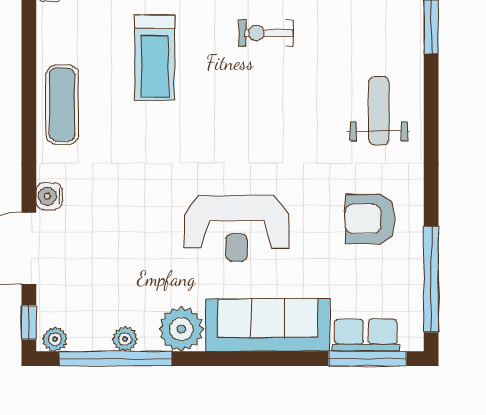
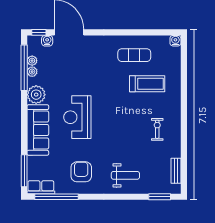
treadmill: (155, 58) -> (147, 84), turned 180
exercise mat: (62, 105) -> (134, 55), moved
water cooler: (49, 196) -> (47, 41), moved
row of seats: (366, 335) -> (41, 187), moved, turned -90
plant: (55, 339) -> (32, 61), moved

